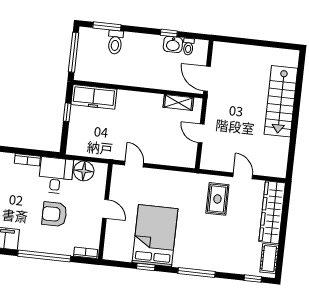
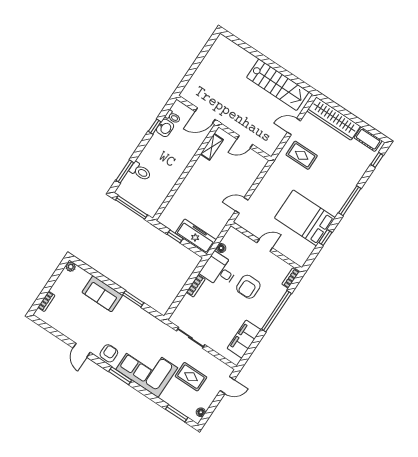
freezer: (94, 97) -> (196, 236), moved, turned -90
stairs: (281, 101) -> (278, 85), moved
floor lamp: (84, 171) -> (221, 248), width x0.53, depth x0.53

